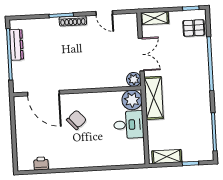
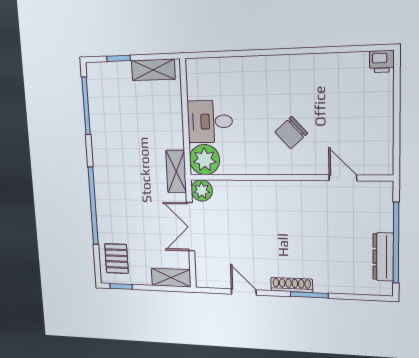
pallet: (194, 28) -> (117, 259), turned 90
door: (43, 93) -> (343, 178), width x0.53
shelving: (154, 98) -> (176, 172), width x0.67, depth x0.75
printer: (41, 163) -> (382, 62), moved

